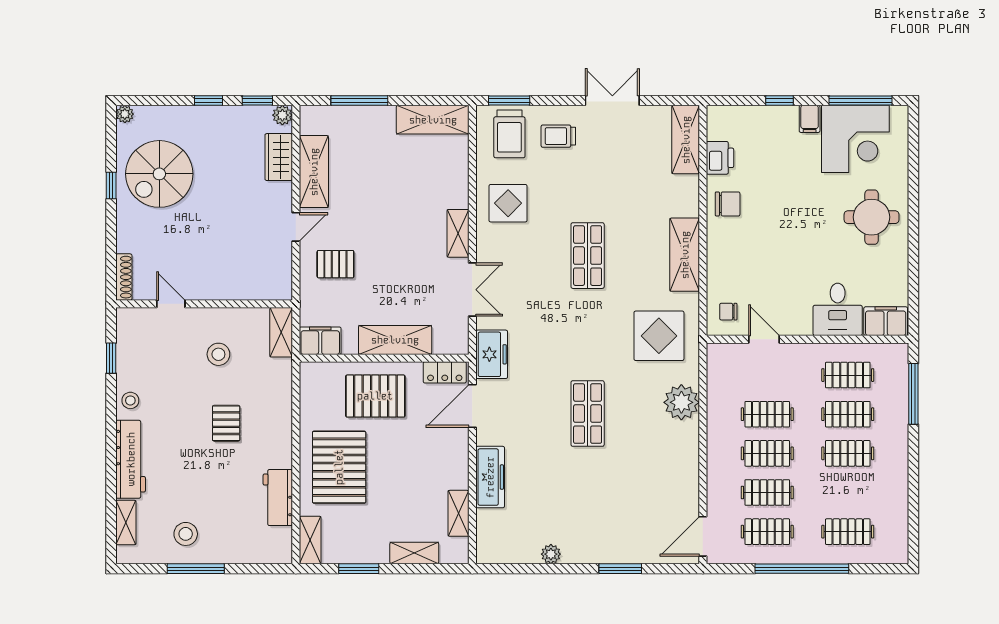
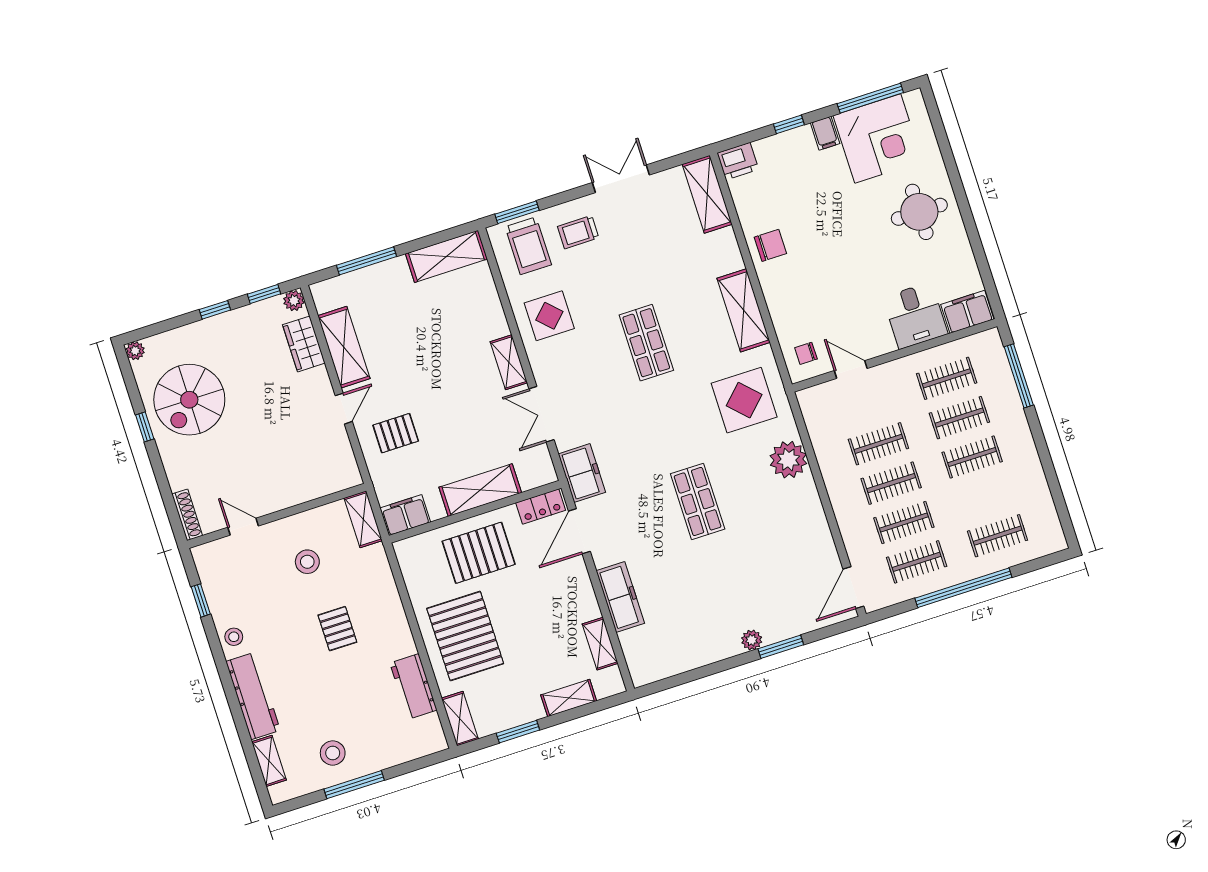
printer: (720, 158) -> (738, 161), moved, turned 90
double door: (472, 290) -> (541, 414), swing flipped
plant: (551, 554) -> (752, 640), moved

